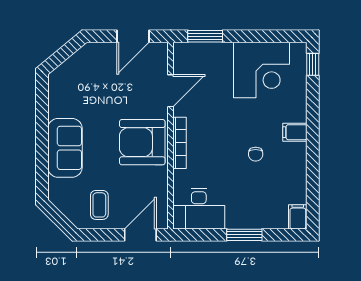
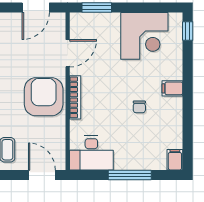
armchair: (142, 142) -> (44, 97), turned 90
door: (140, 235) -> (42, 175), hinge flipped
window: (244, 235) -> (130, 175), width x1.44

